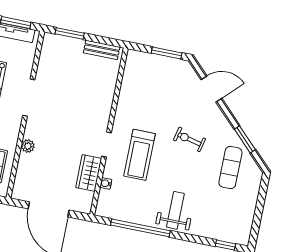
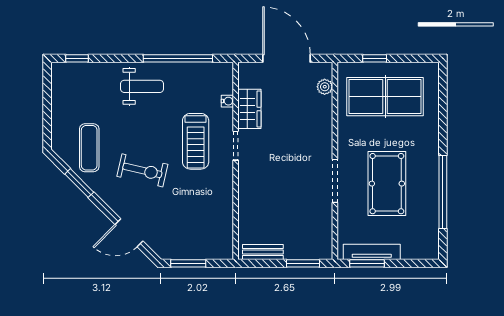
exercise bike: (189, 139) -> (142, 170), width x1.38, depth x1.39
plant: (28, 146) -> (325, 87), moved
treadmill: (140, 155) -> (196, 141), turned 180
weight bench: (175, 210) -> (142, 86), turned -90

